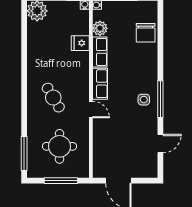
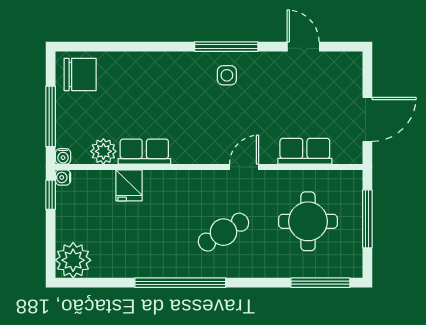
chair: (146, 33) -> (80, 74), moved
window: (24, 73) -> (180, 283), added
row of seats: (100, 84) -> (305, 151), moved

